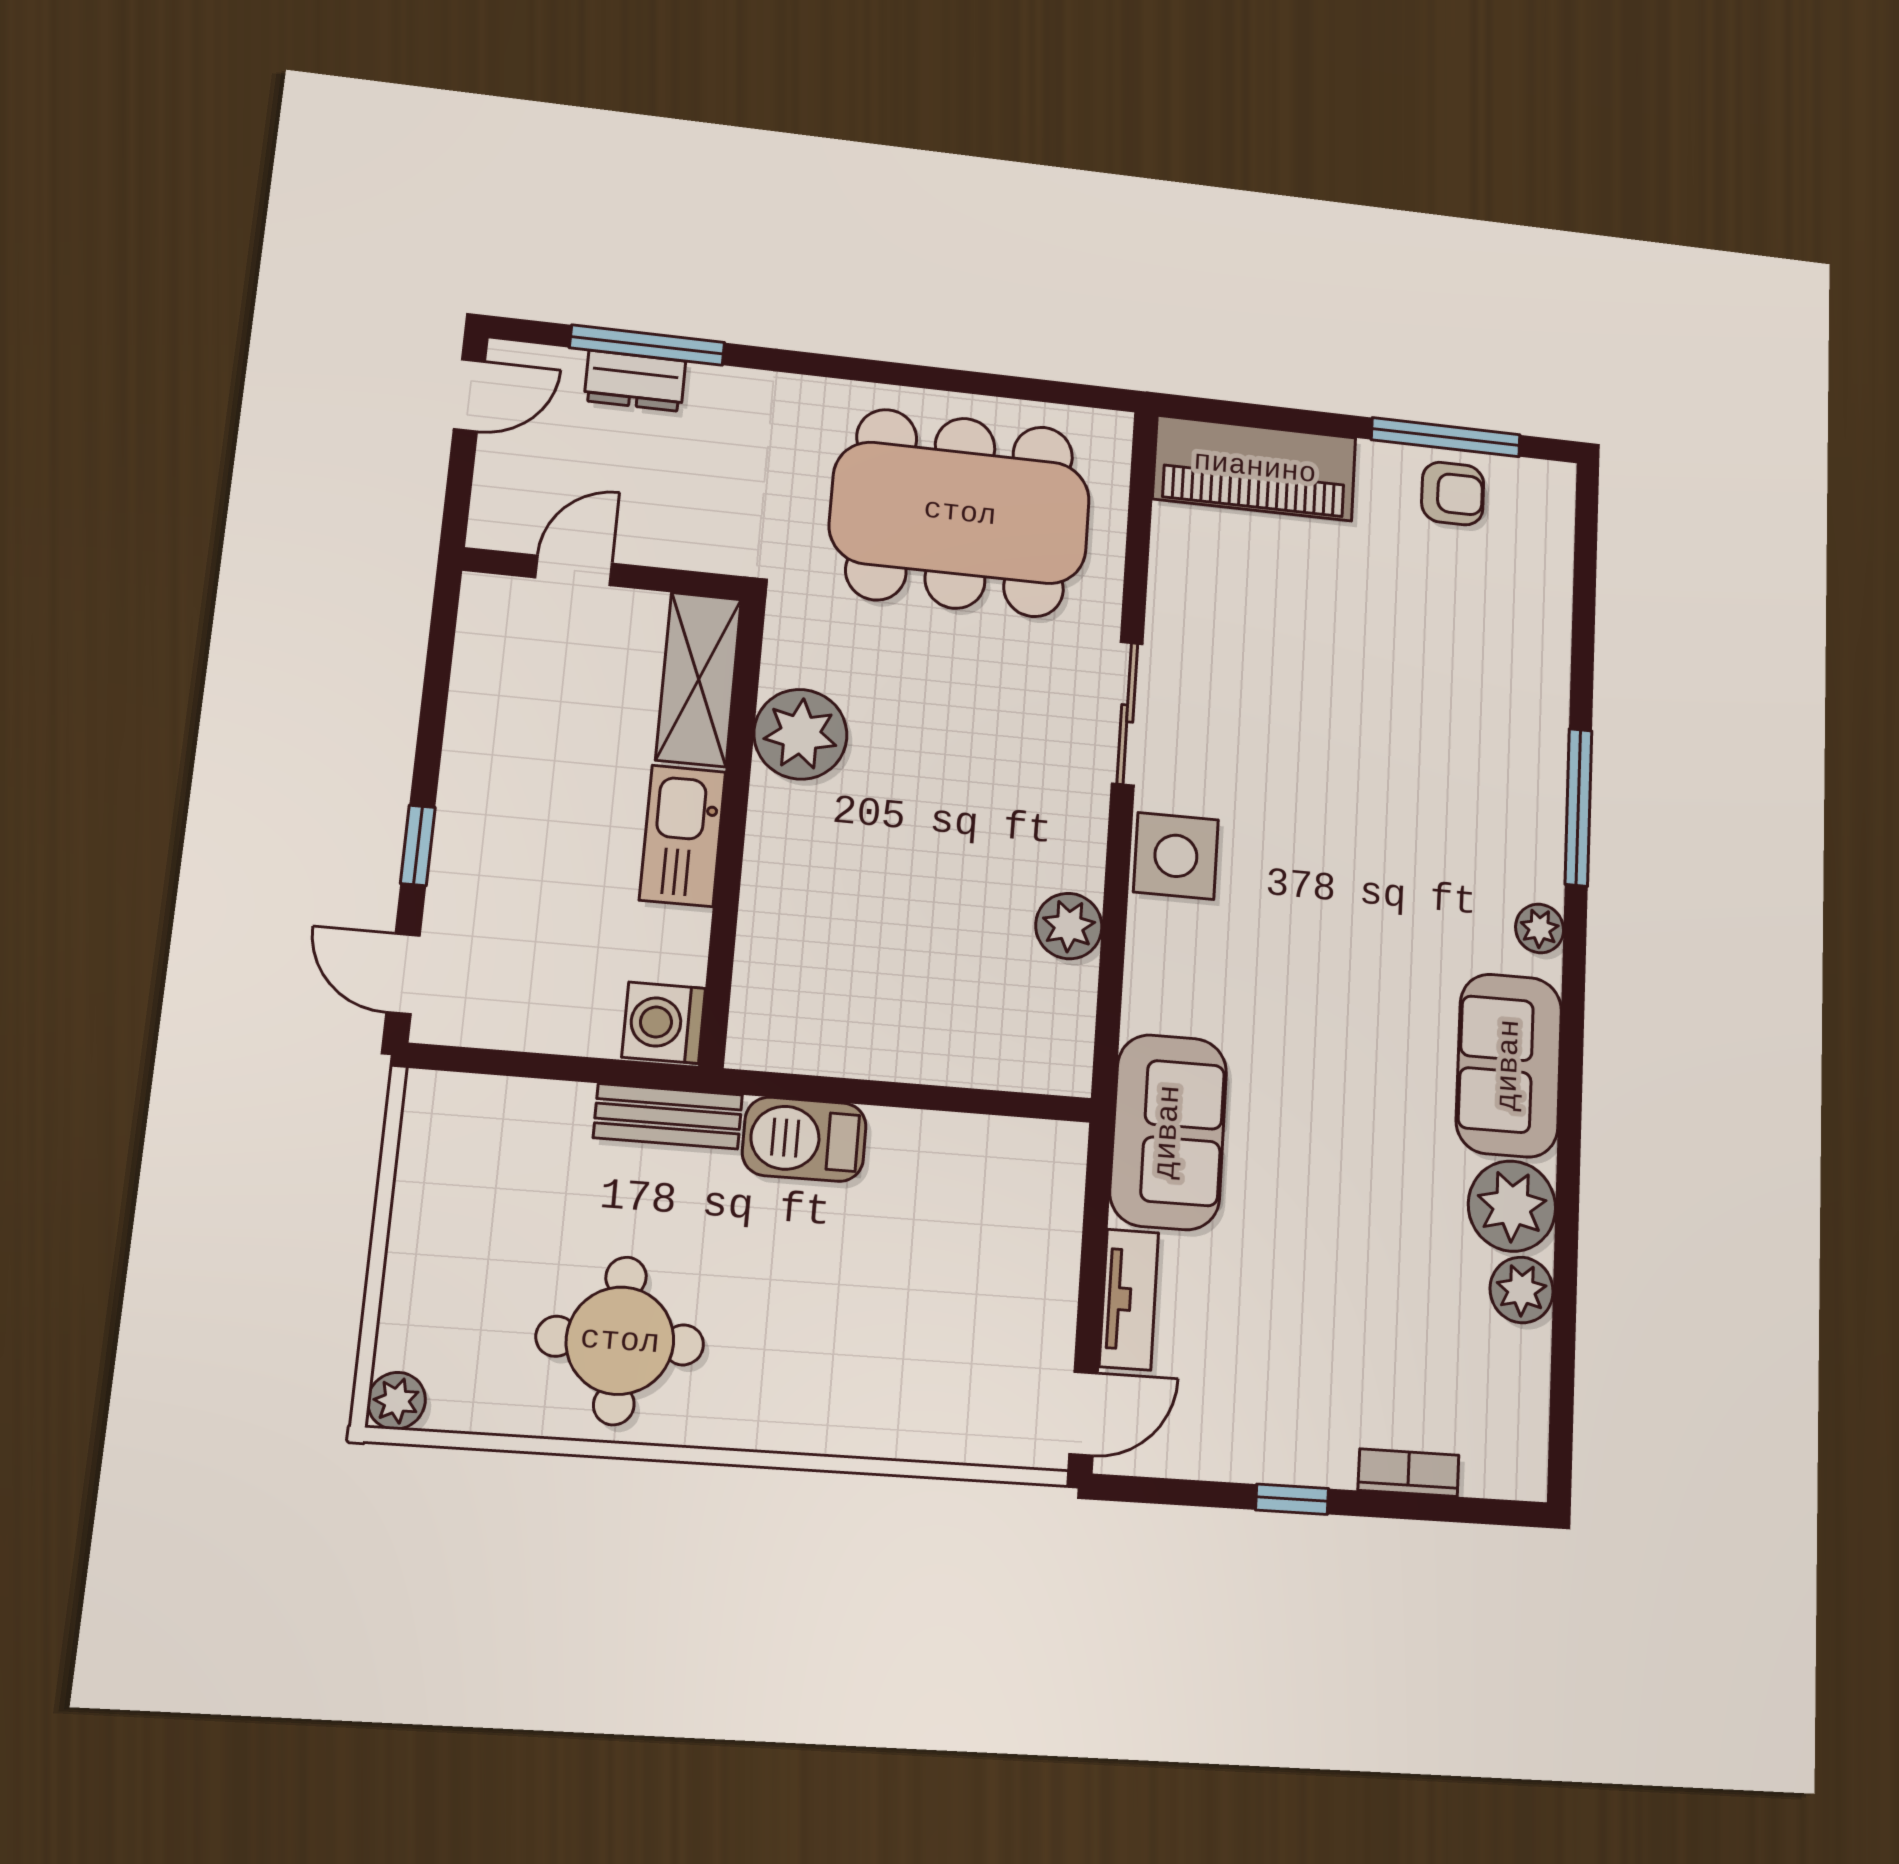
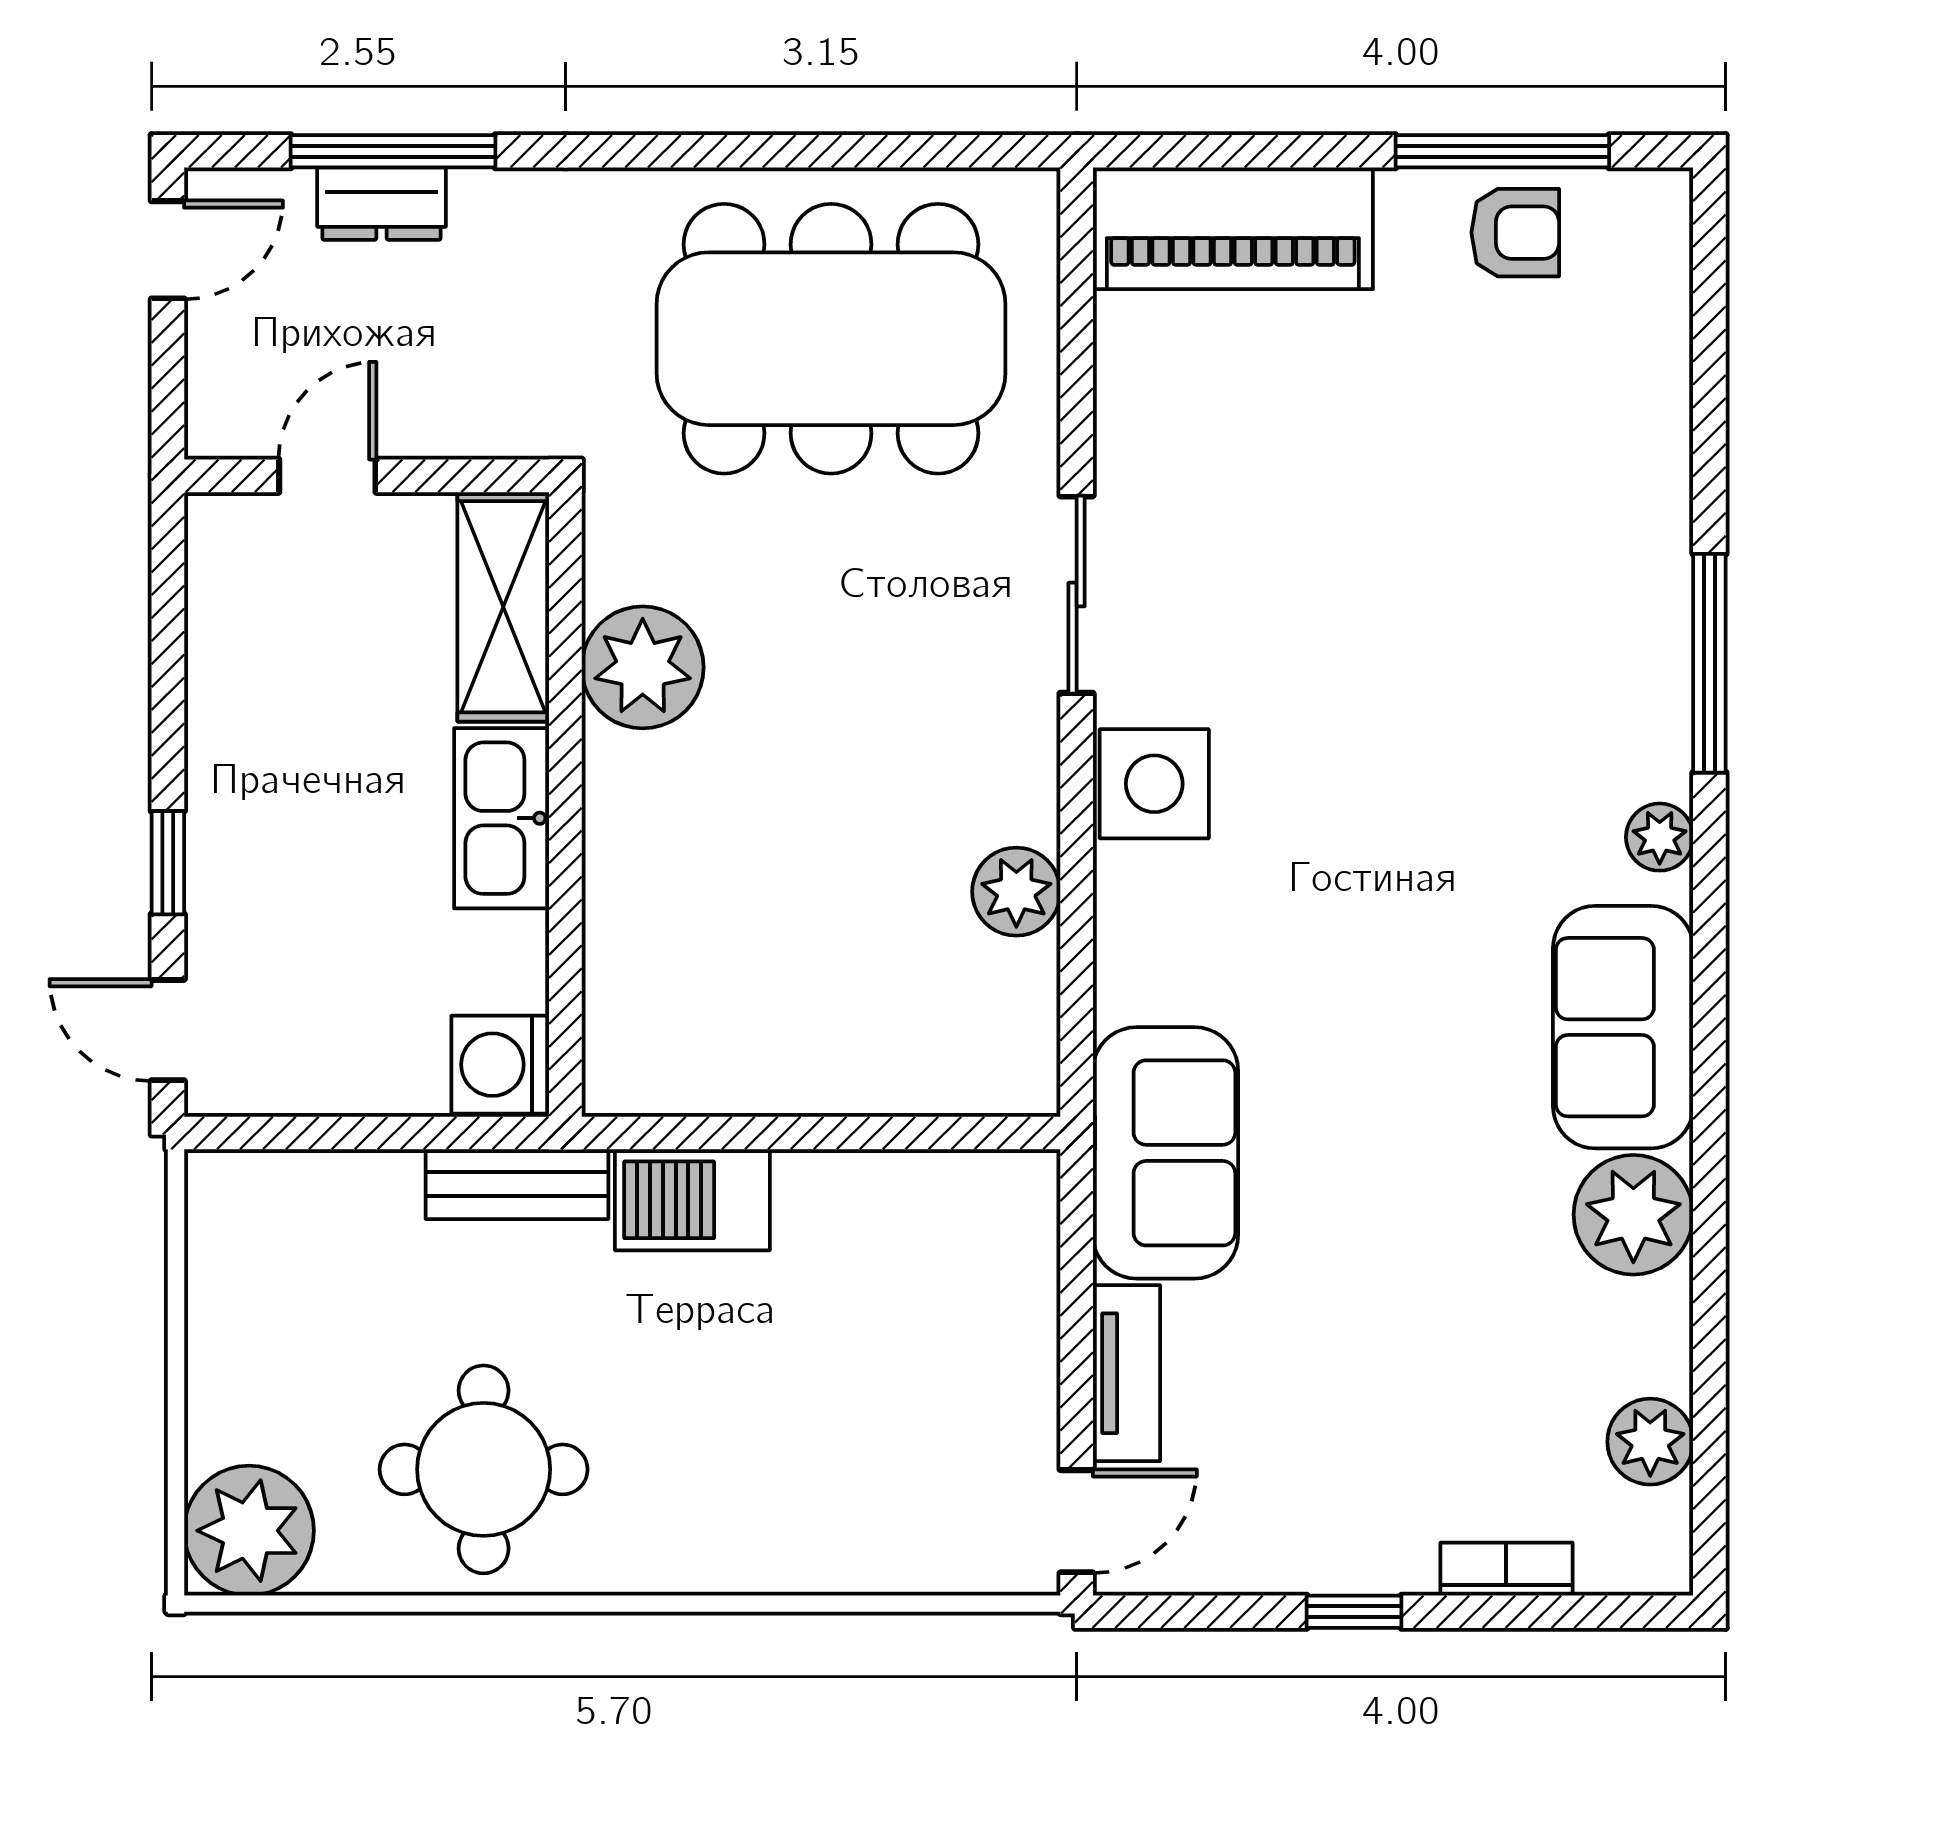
plant: (1522, 1290) -> (1650, 1442), moved
plant: (396, 1401) -> (249, 1531), width x1.87, depth x1.87

